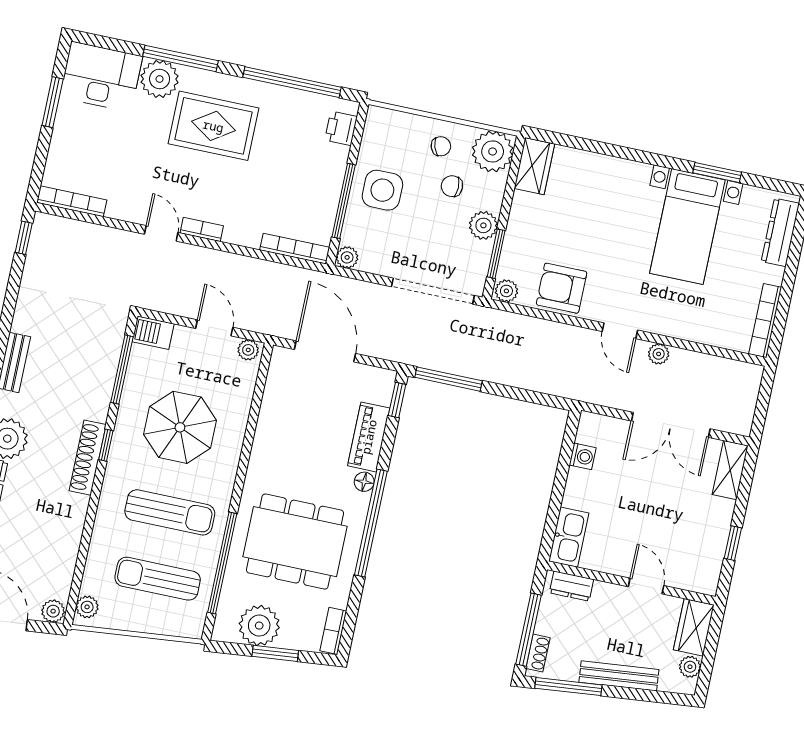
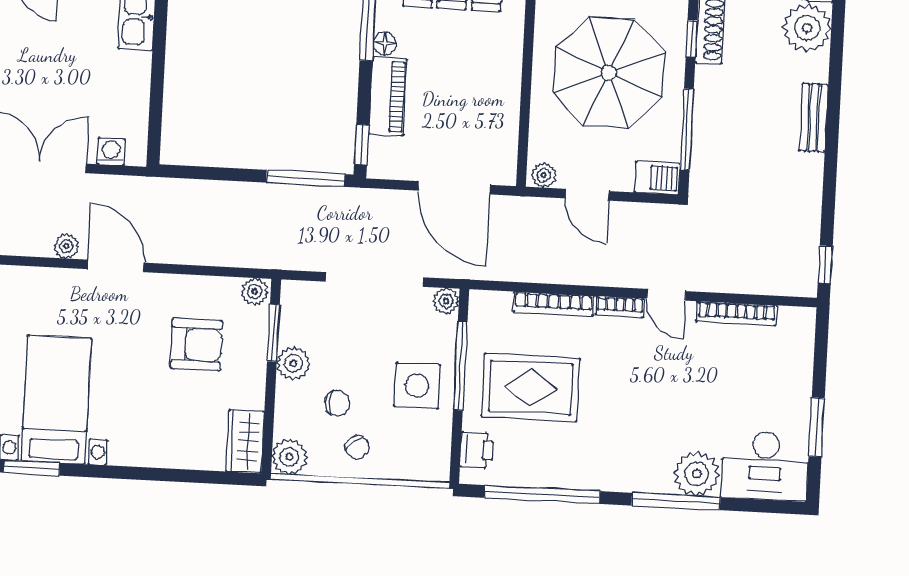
rug: (213, 126) -> (531, 387), moved
chair: (441, 146) -> (357, 447), turned -112
plant: (493, 151) -> (290, 457), width x0.73, depth x0.73
bookcase: (72, 201) -> (736, 313), moved
bookcase: (295, 249) -> (553, 304), moved
armchair: (562, 288) -> (196, 344), moved
doorway: (433, 291) -> (375, 279), moved
door: (620, 331) -> (116, 266), width x1.38
parasol: (180, 427) -> (609, 73), width x1.36, depth x1.36
washing machine: (583, 456) -> (111, 152), moved, turned 90

